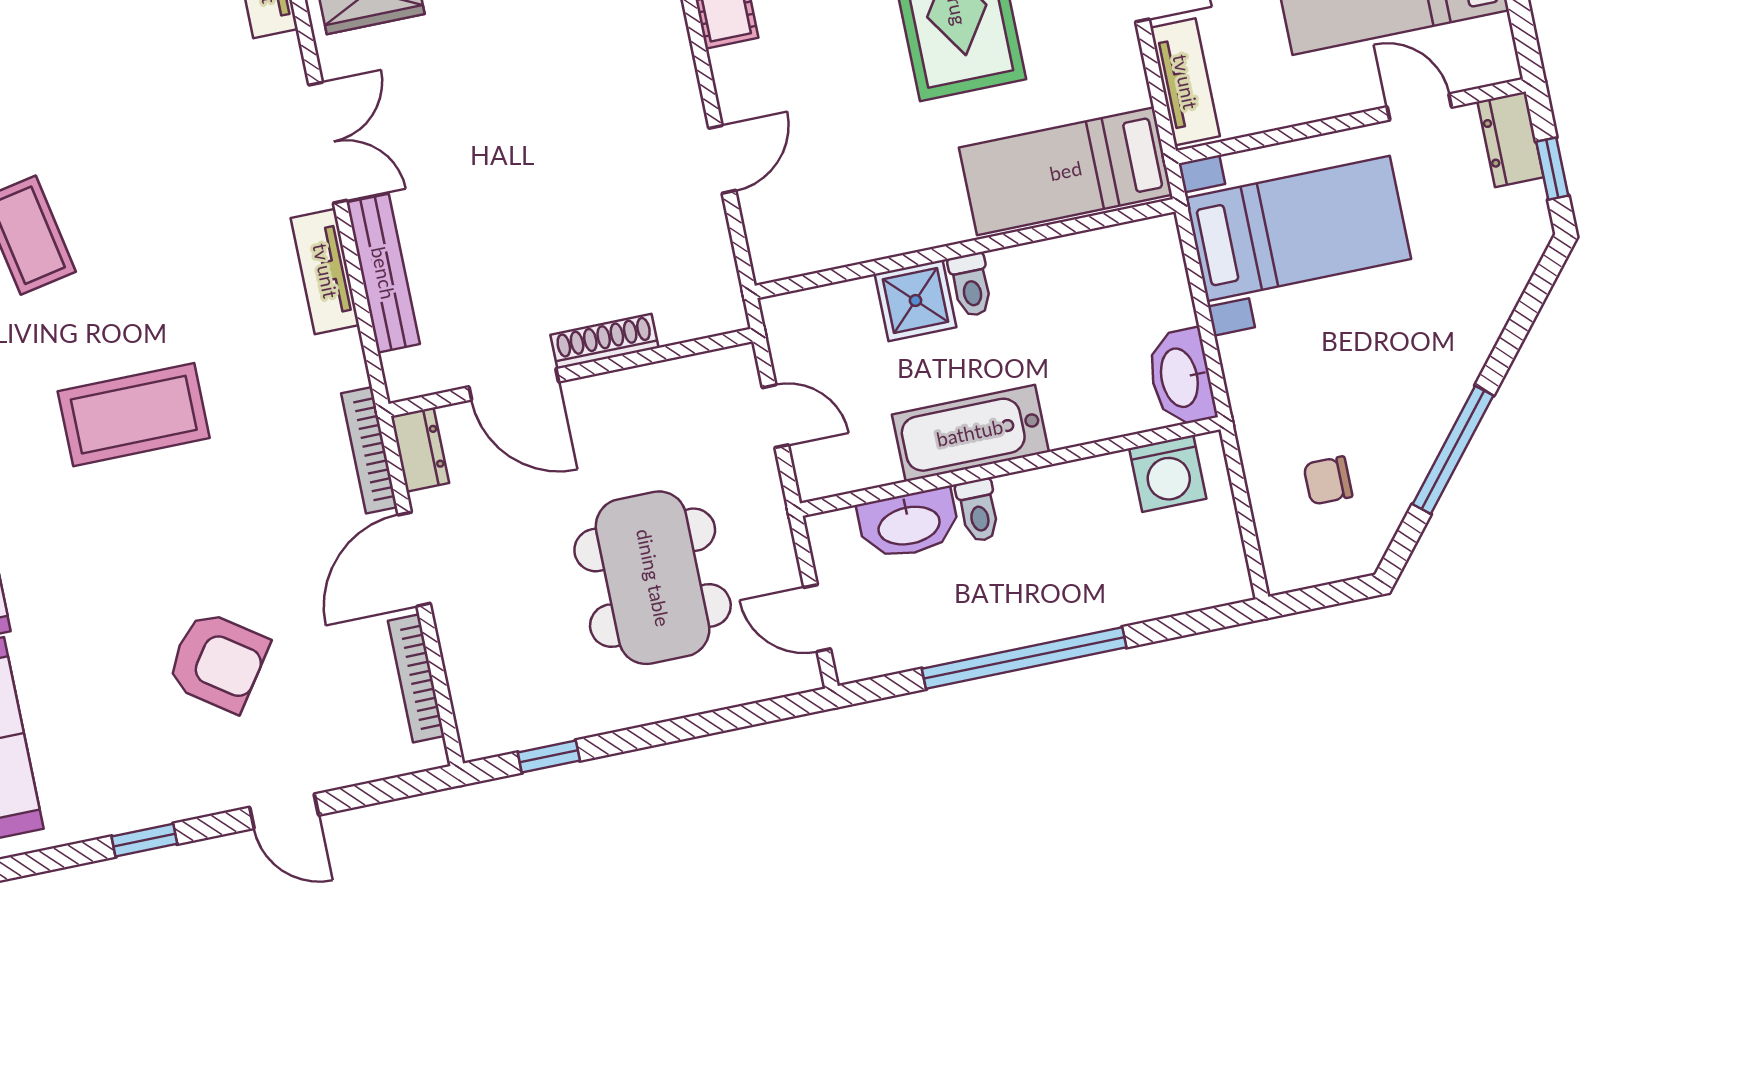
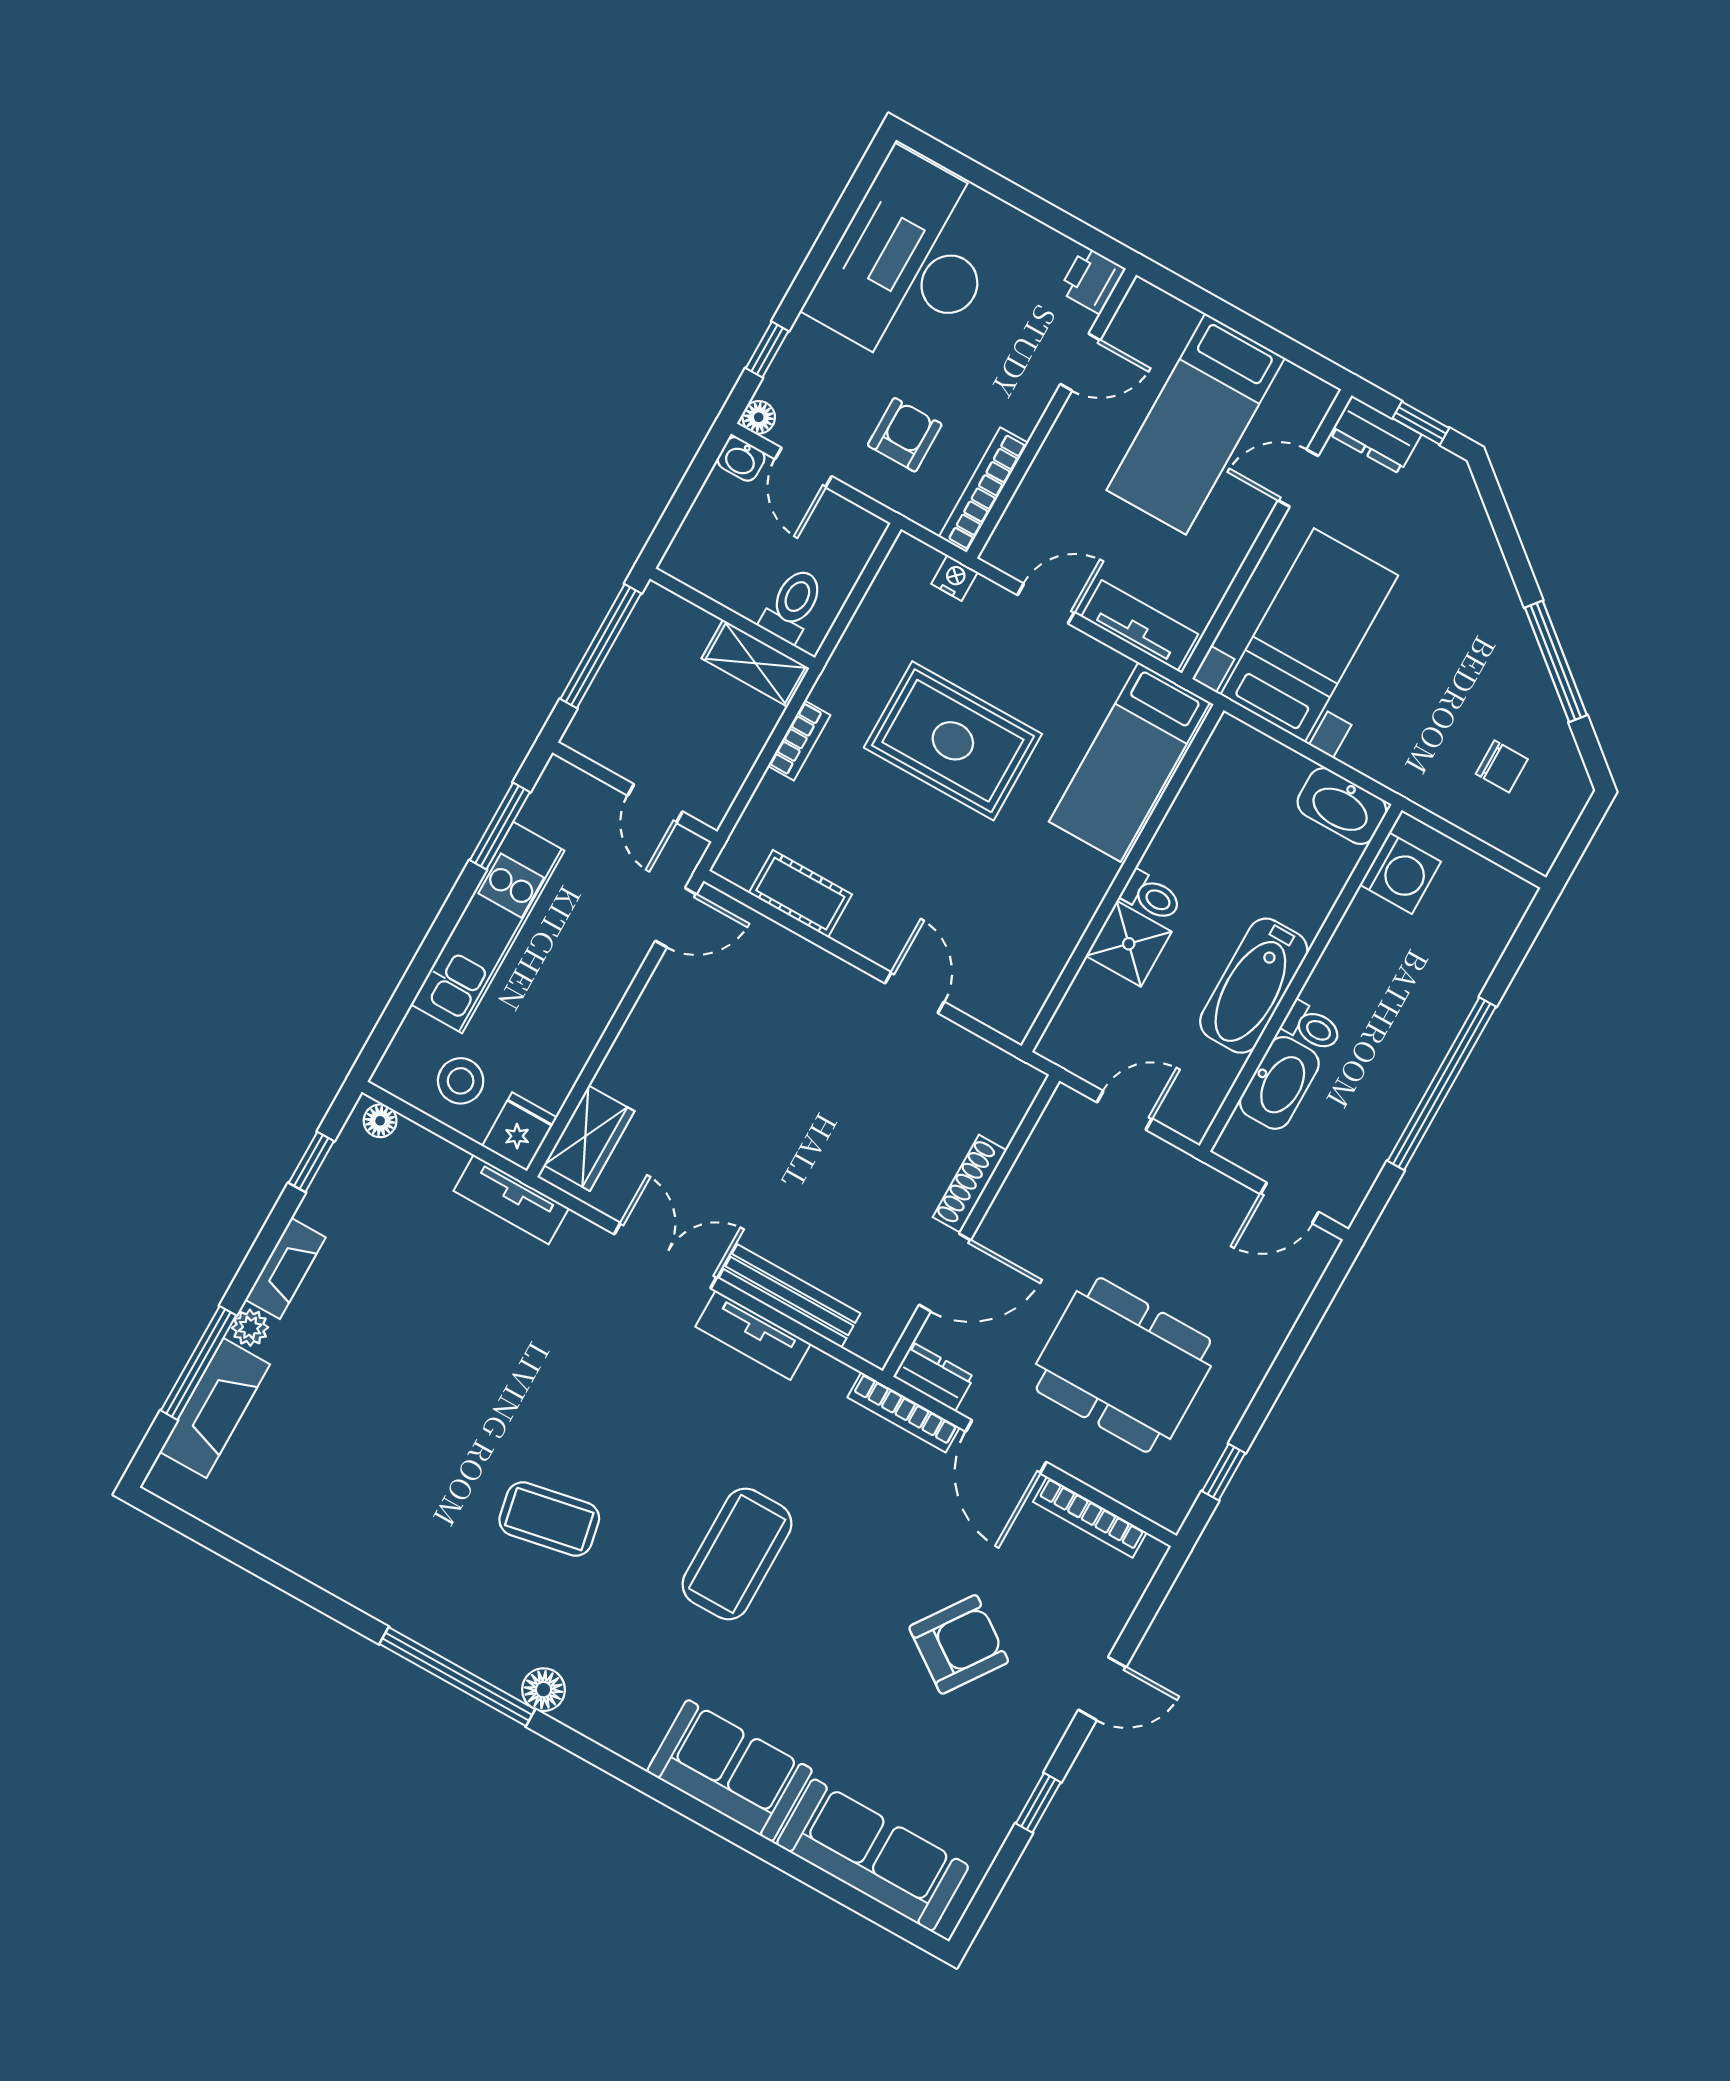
chair: (1328, 481) -> (1502, 766), turned -90
dining table: (653, 578) -> (1123, 1365), moved

